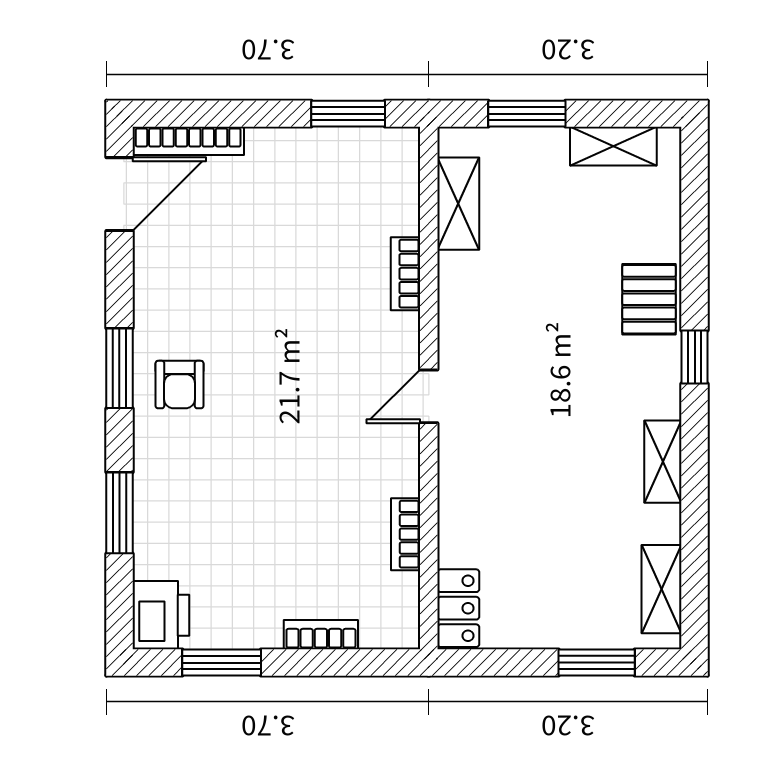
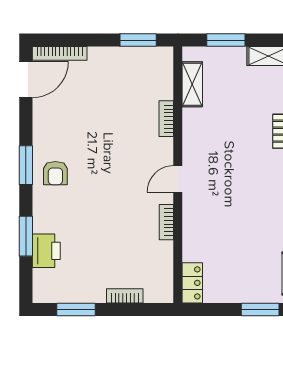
bookcase: (406, 534) -> (166, 222), moved
printer: (161, 615) -> (46, 251), moved

